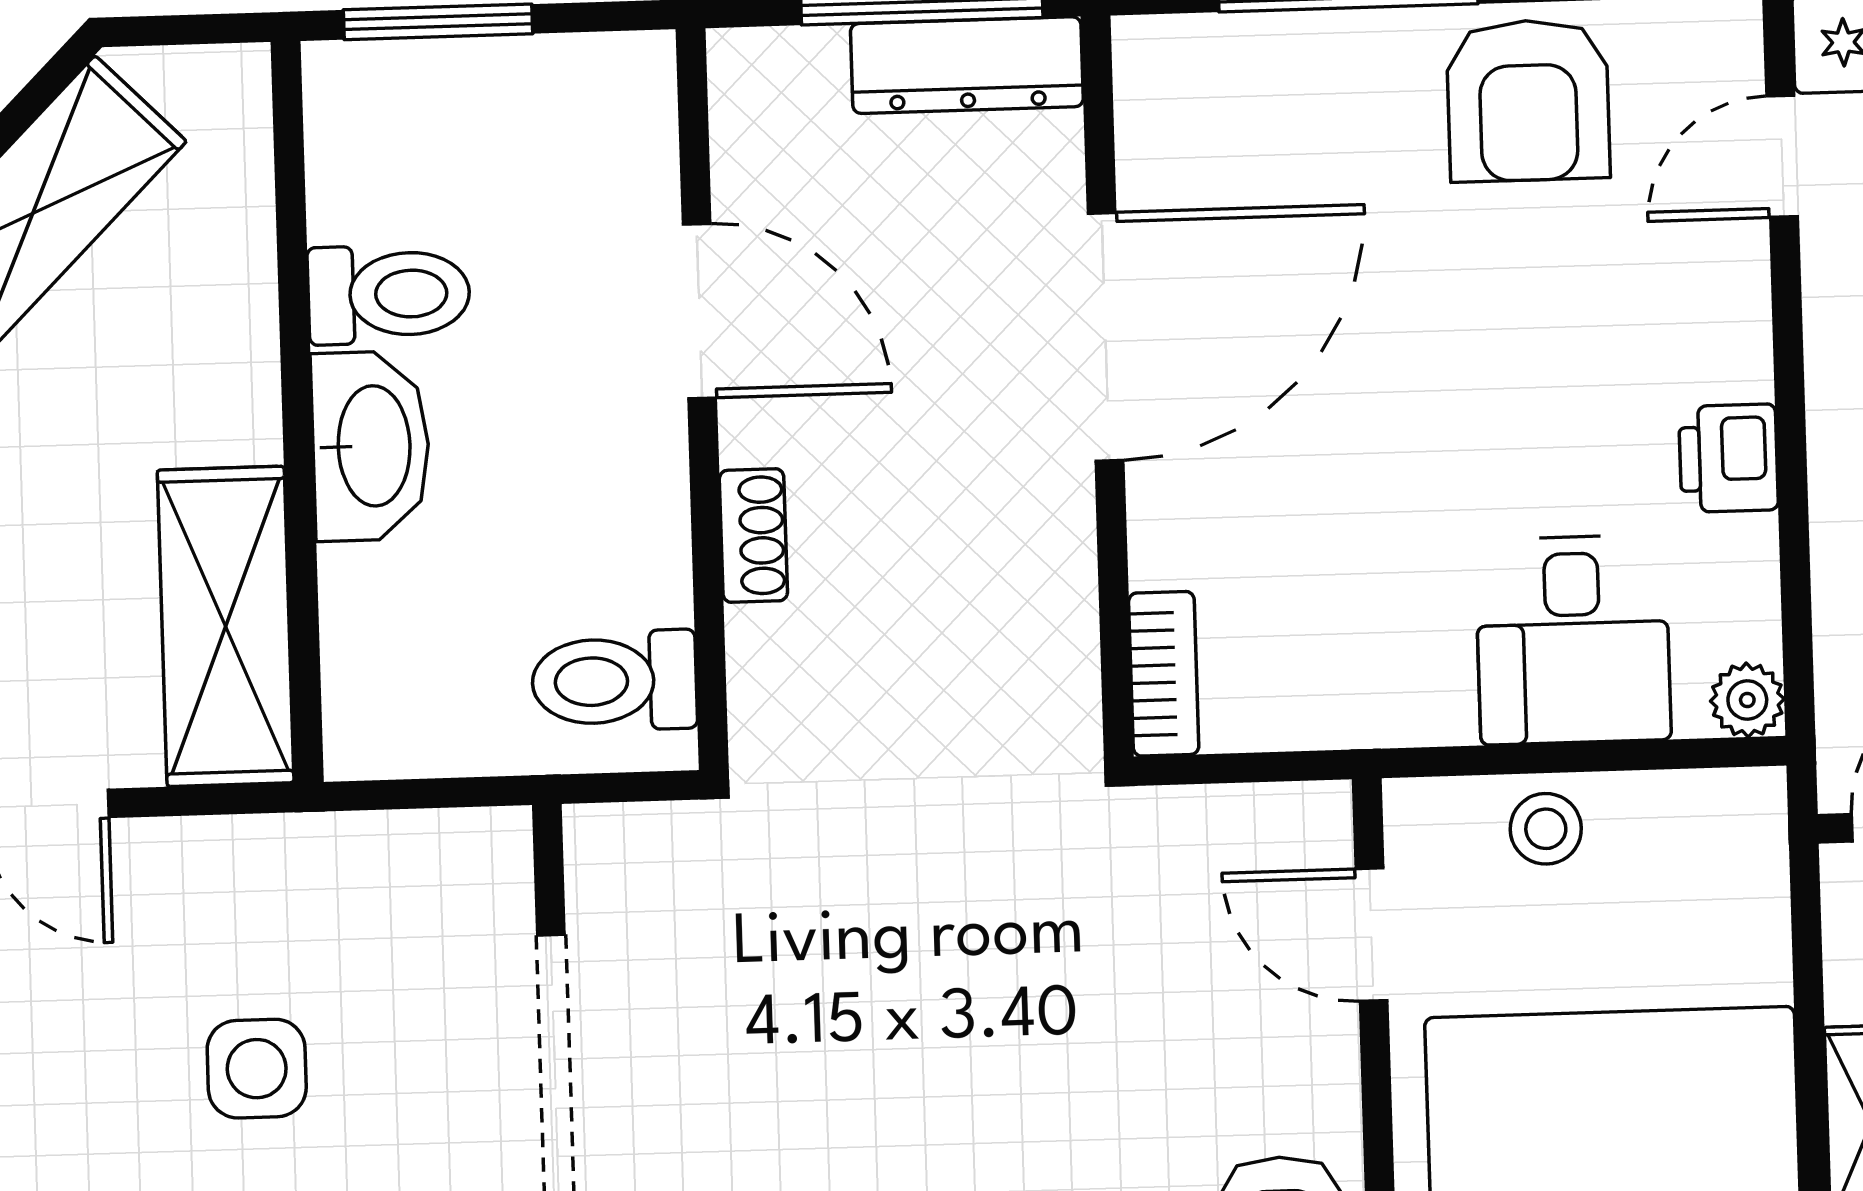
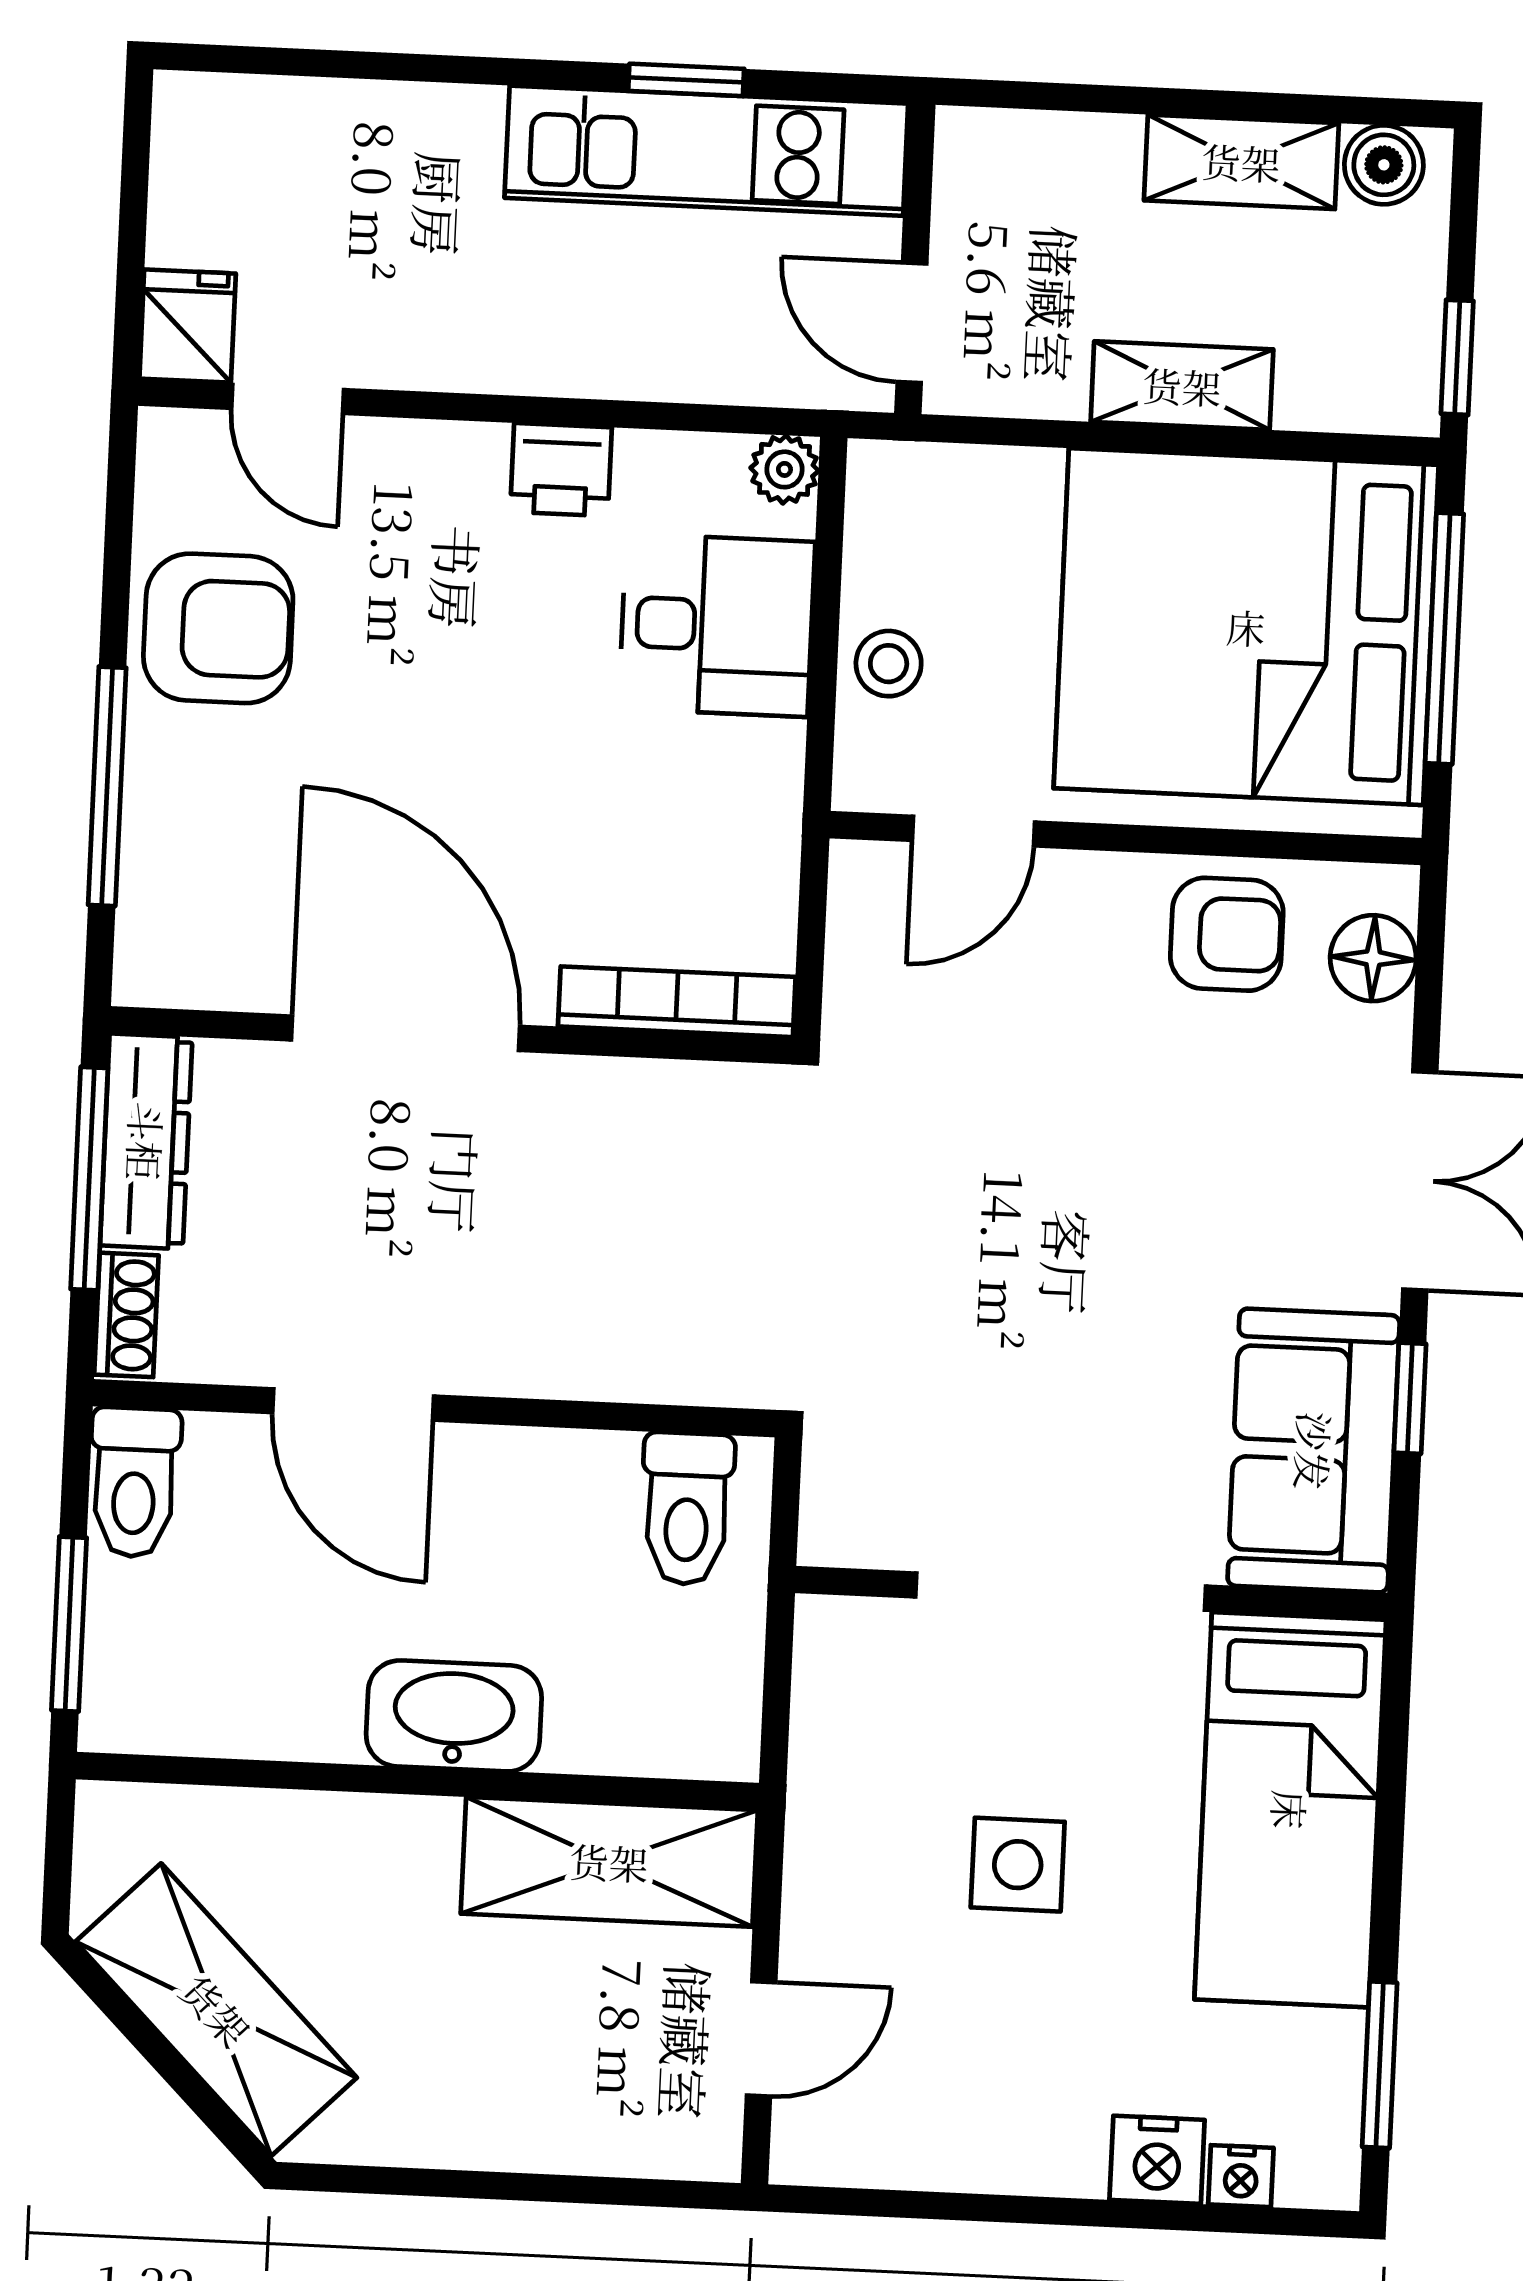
toilet: (389, 294) -> (134, 1482), moved, turned 180
door: (699, 311) -> (353, 1404), swing flipped
shoe rack: (753, 536) -> (126, 1315), moved, turned 90
bookcase: (1164, 674) -> (677, 1002), width x1.56

